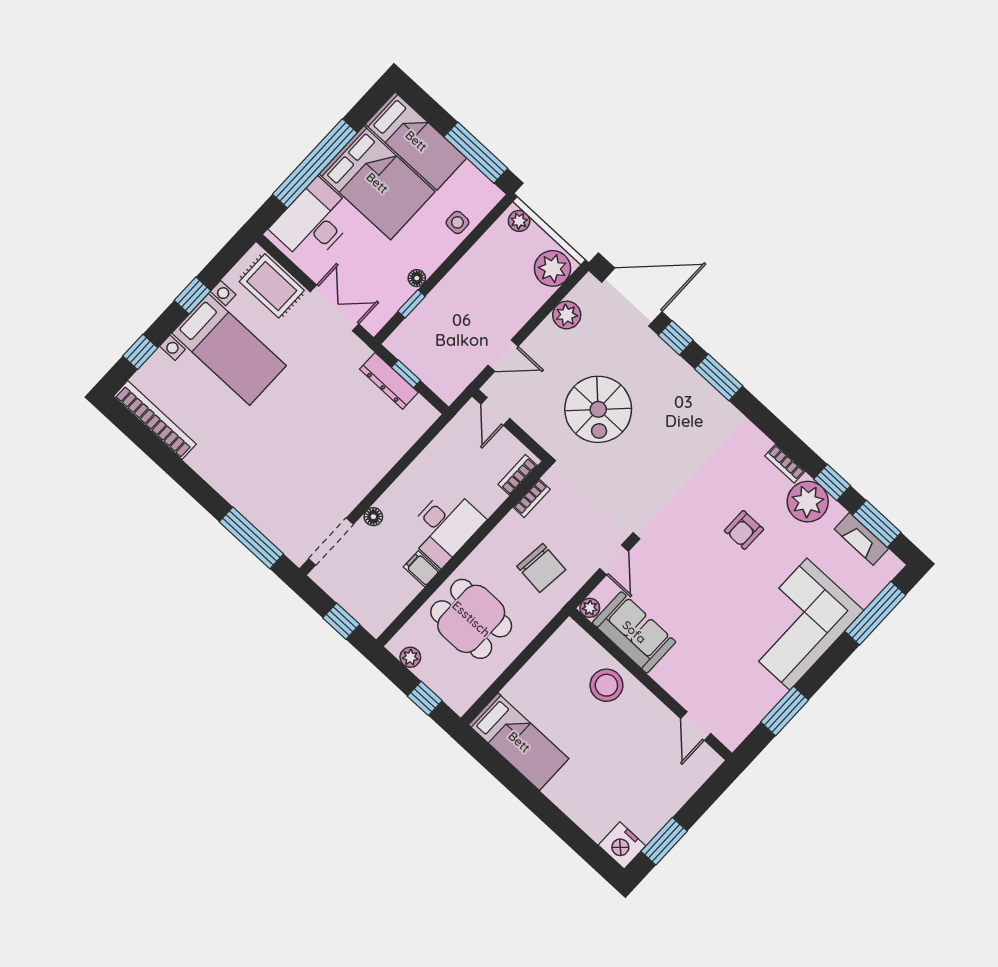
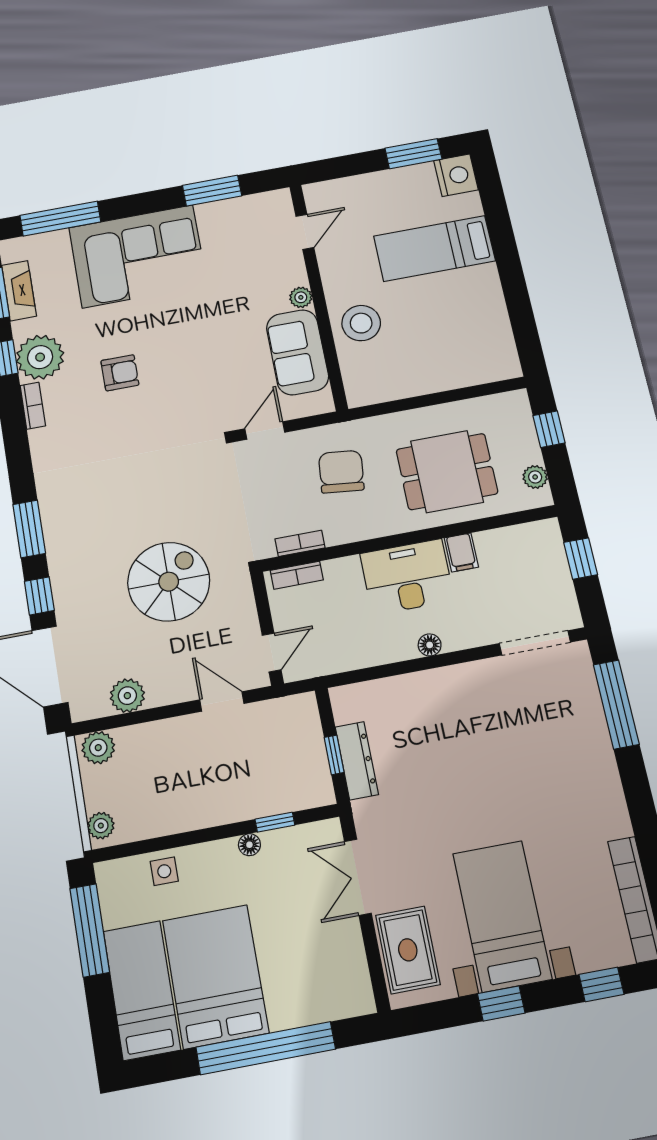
desk: (314, 222) -> (313, 985), removed
plant: (552, 268) -> (98, 748), width x0.73, depth x0.73
floor lamp: (373, 517) -> (430, 645), moved
plant: (590, 608) -> (301, 297), moved
dining table: (471, 619) -> (447, 472), turned 90
bed: (519, 742) -> (434, 249), moved, turned -90

